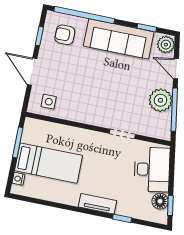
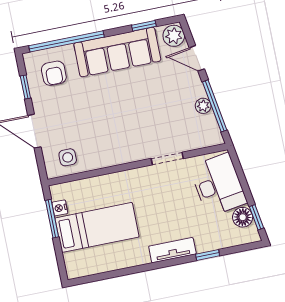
armchair: (65, 35) -> (54, 73), turned -90
plant: (160, 100) -> (203, 106), width x0.53, depth x0.53
nightstand: (18, 179) -> (60, 208), moved

